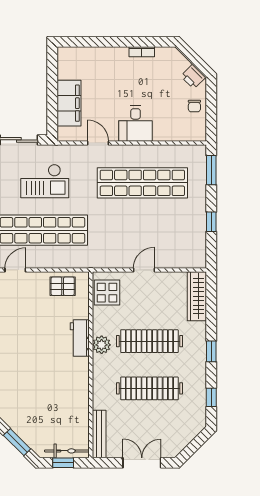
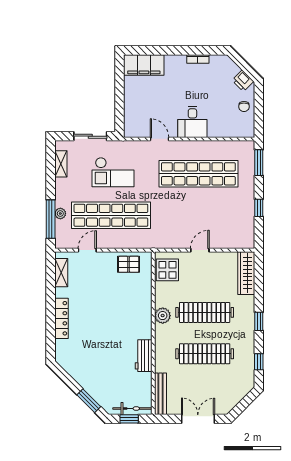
filing cabinet: (69, 103) -> (144, 65), moved, turned 90
workbench: (80, 338) -> (144, 356), moved

